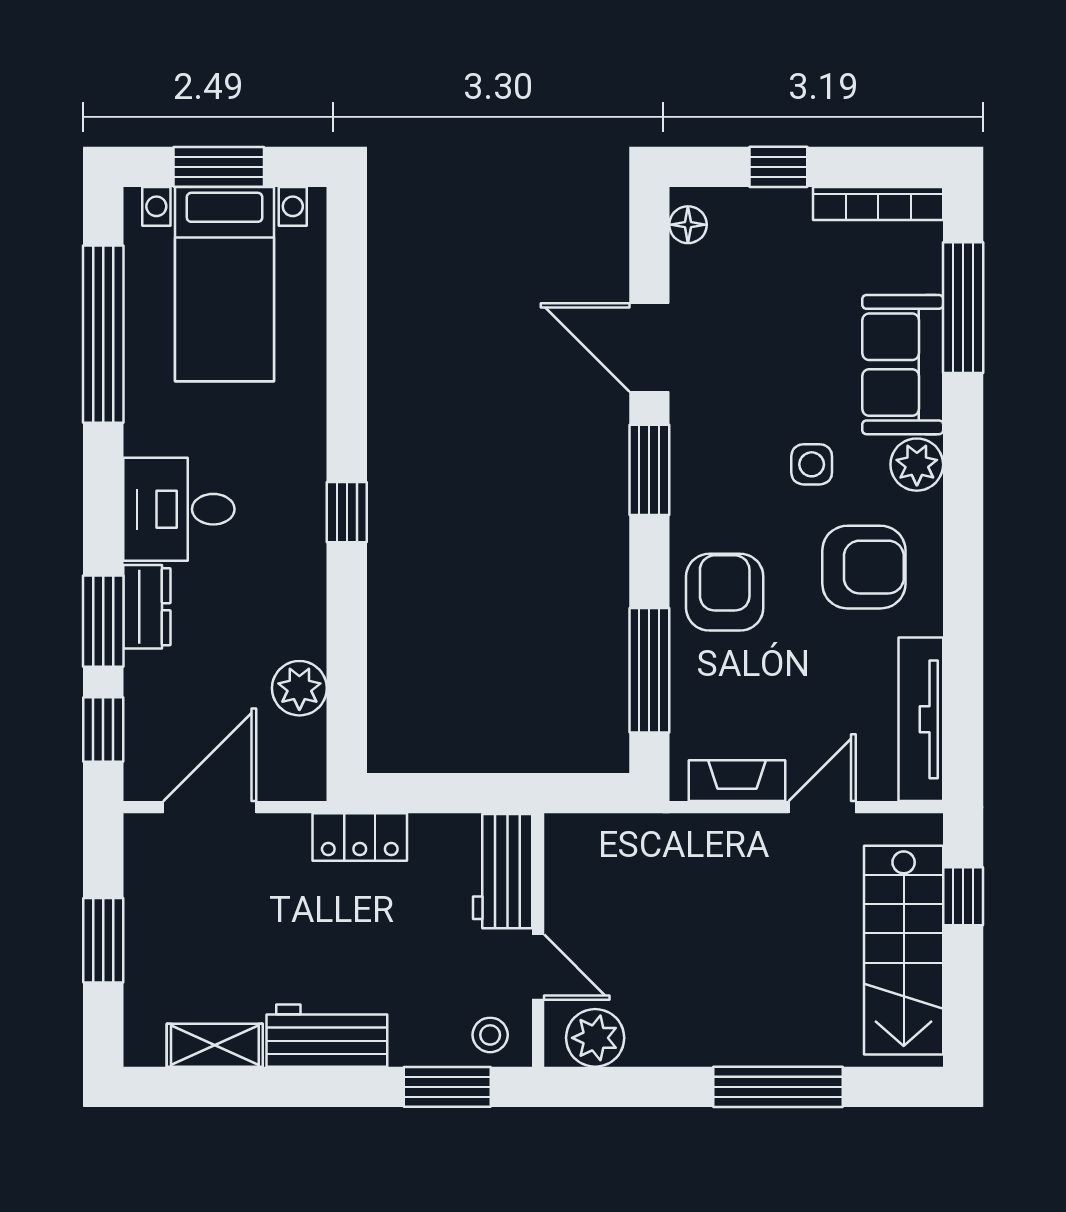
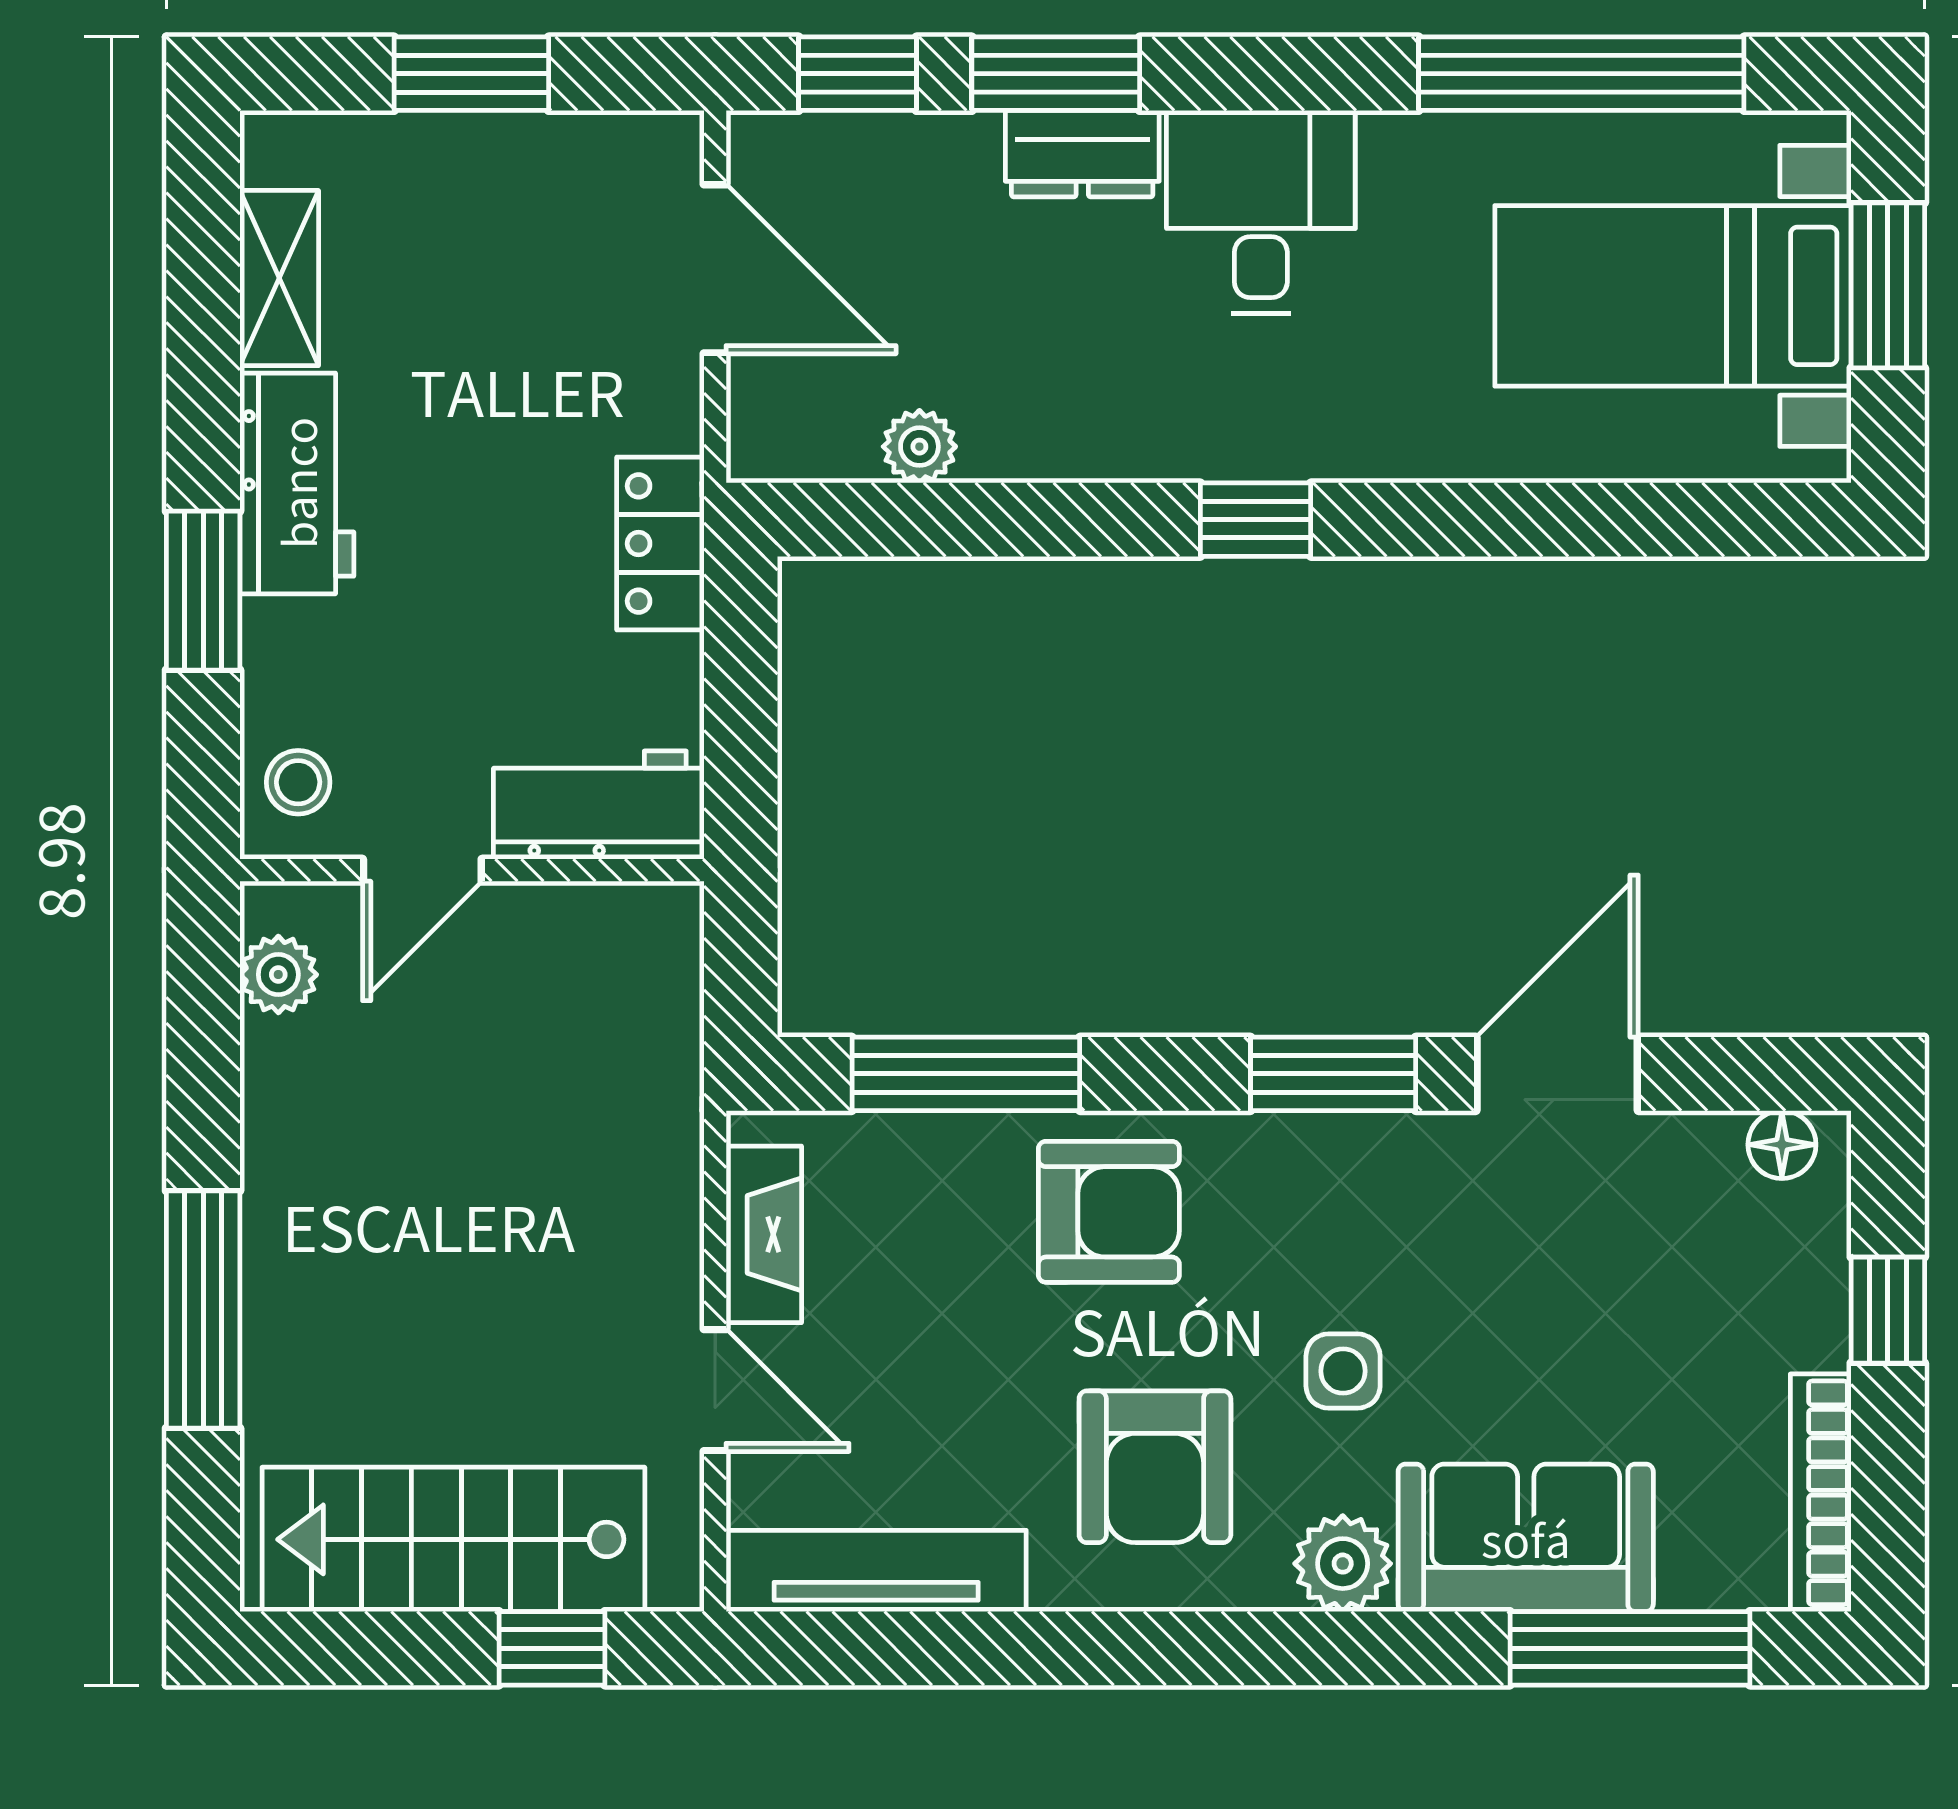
plant: (299, 688) -> (919, 447), width x0.73, depth x0.73
plant: (595, 1038) -> (278, 975), width x0.73, depth x0.73
window: (447, 1087) -> (203, 591), moved

